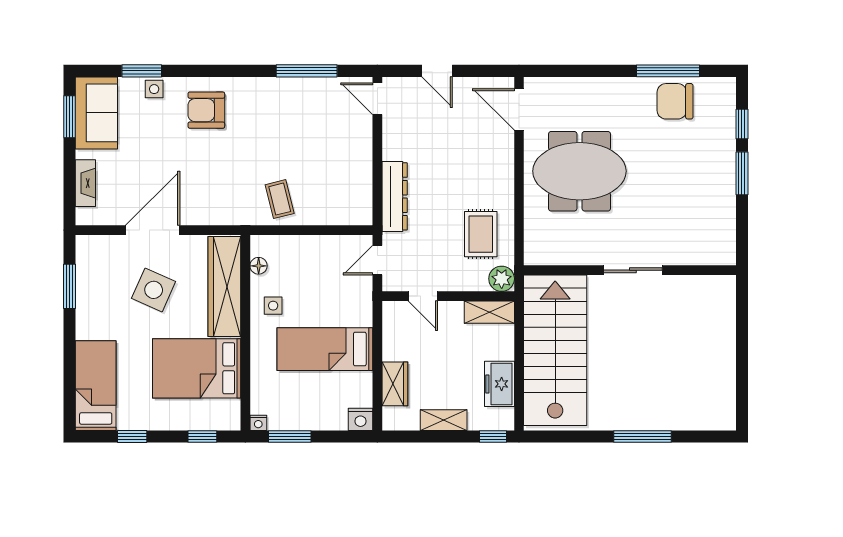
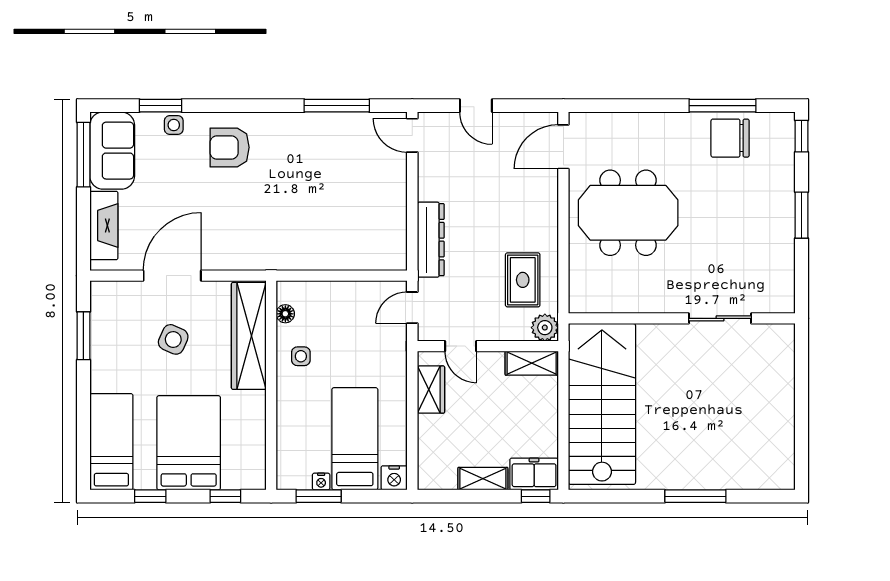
door: (519, 109) -> (563, 147), hinge flipped
window: (70, 117) -> (83, 155), width x1.44
window: (742, 124) -> (801, 136), moved
fireplace: (85, 183) -> (104, 225), width x1.37, depth x1.32
coffee table: (280, 199) -> (308, 242), removed
sliding door: (633, 270) -> (720, 318), moved
side table: (154, 290) -> (173, 339), width x0.73, depth x0.73
bed: (325, 349) -> (355, 439), moved, turned 90
bed: (197, 368) -> (189, 443), moved, turned 90
wardrobe: (395, 384) -> (431, 390), moved
freezer: (499, 384) -> (534, 474), moved, turned 90
nightstand: (258, 423) -> (321, 481), moved

